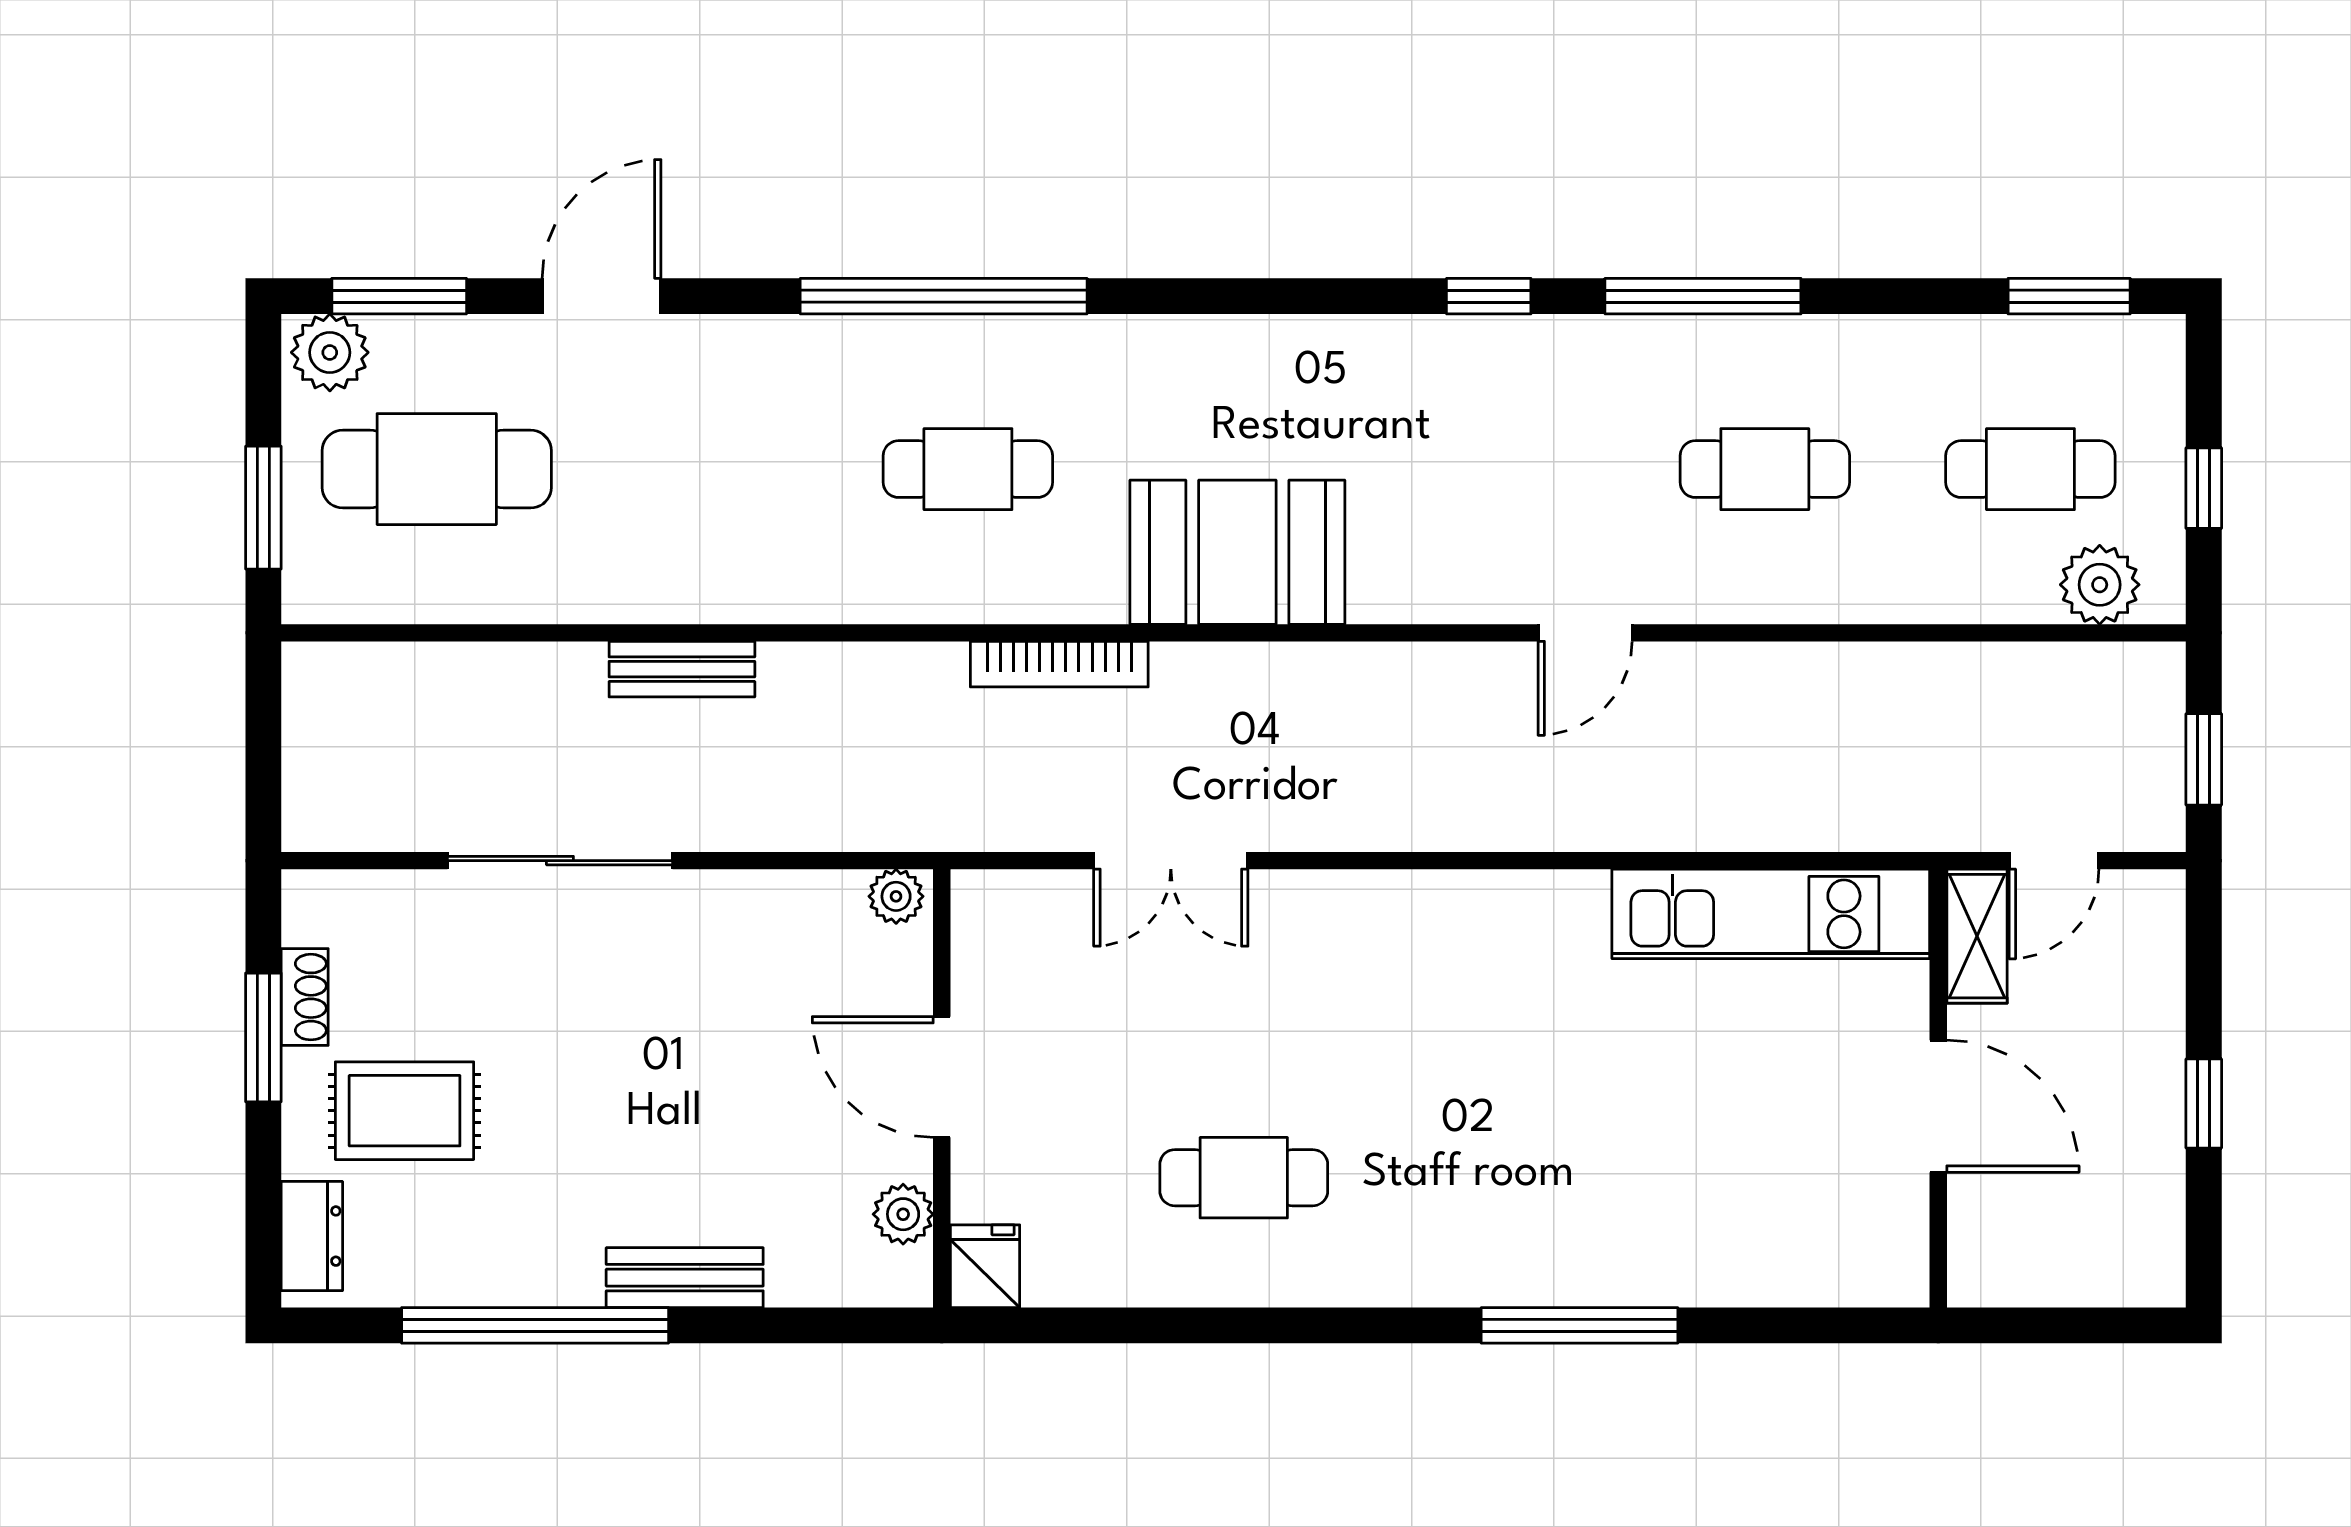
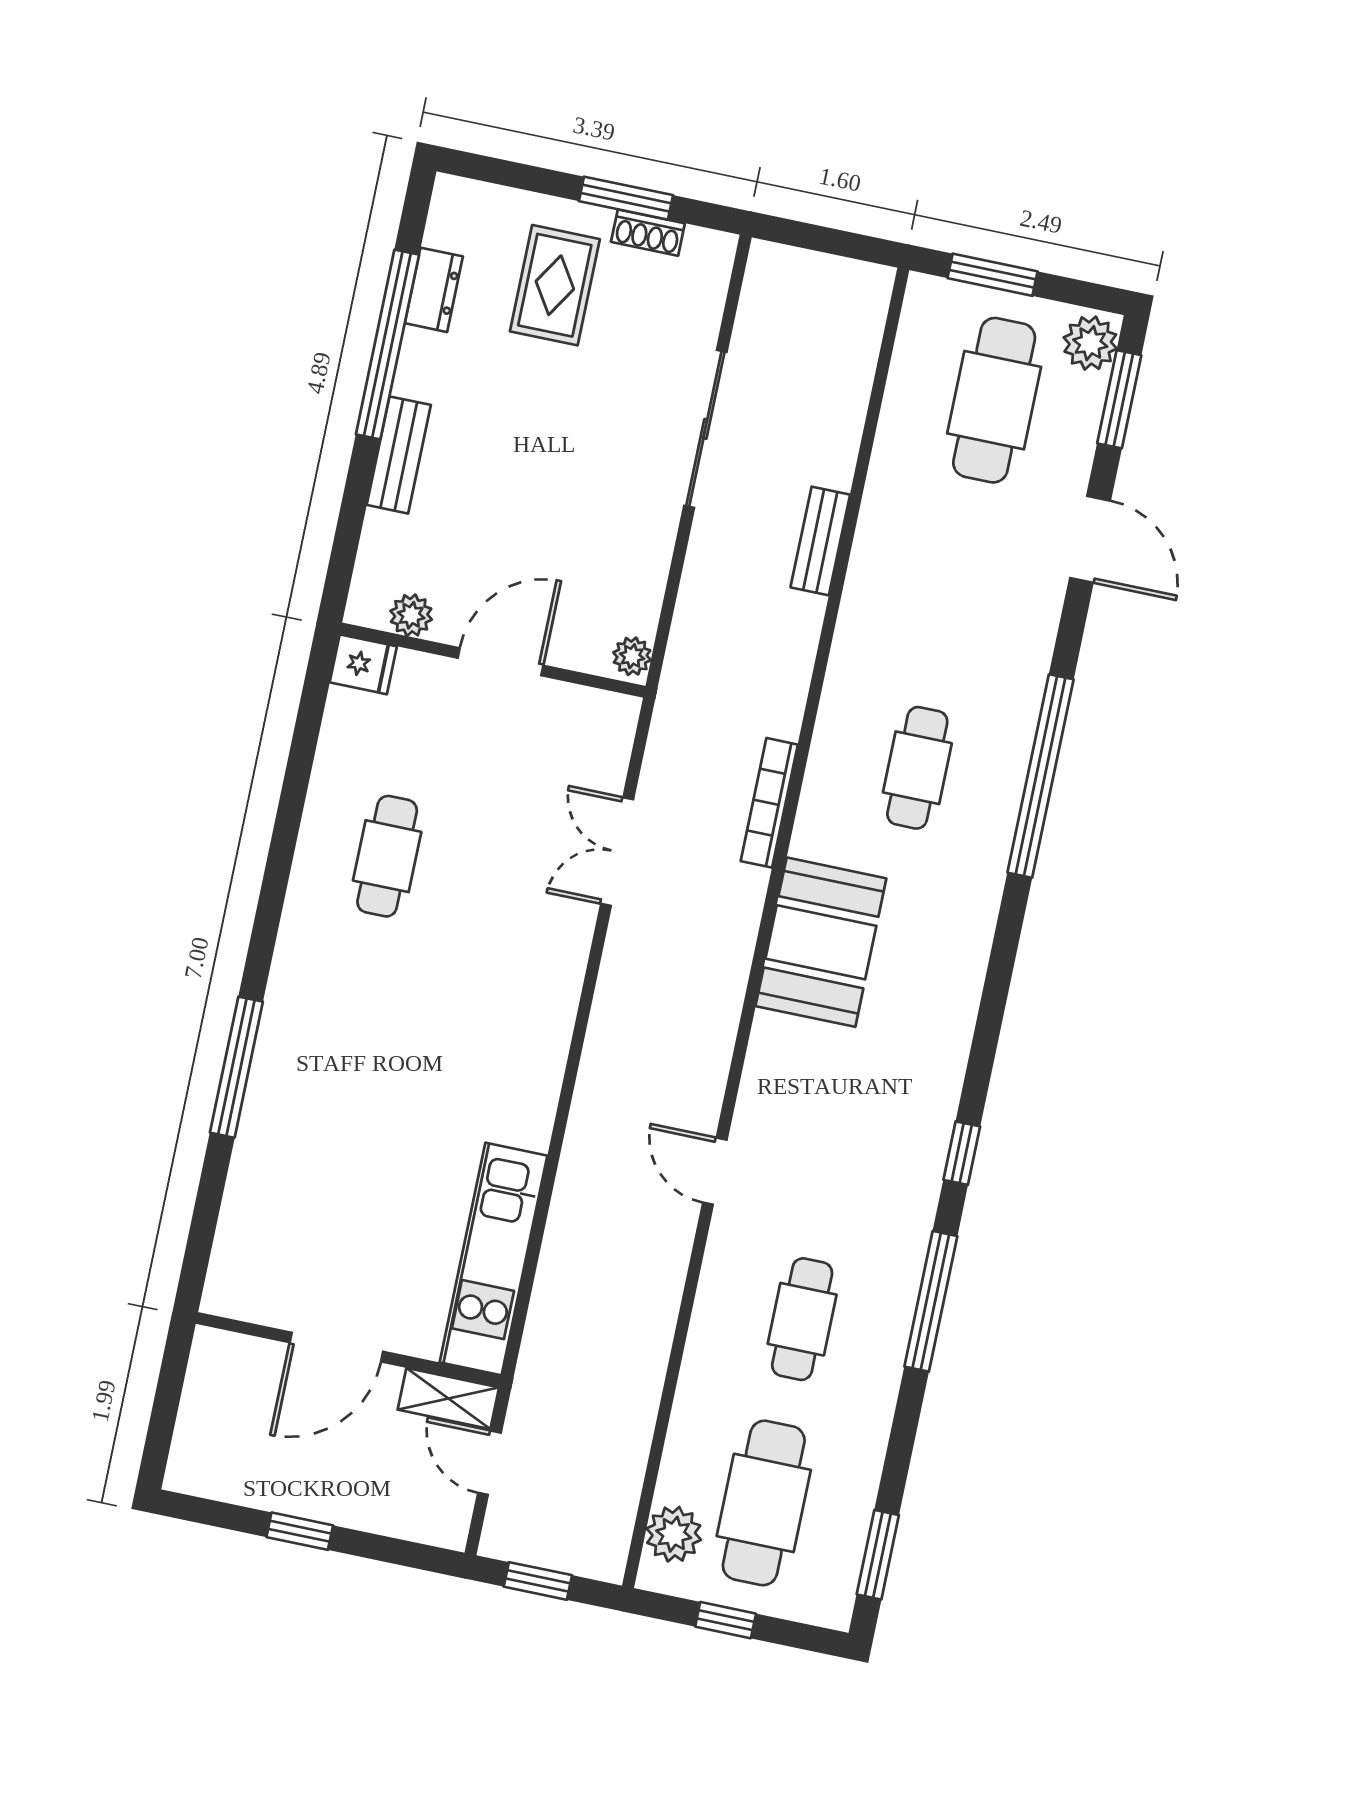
cafe table: (2030, 469) -> (764, 1503), width x1.37, depth x1.35
dresser: (312, 1236) -> (434, 290), moved, turned -90

